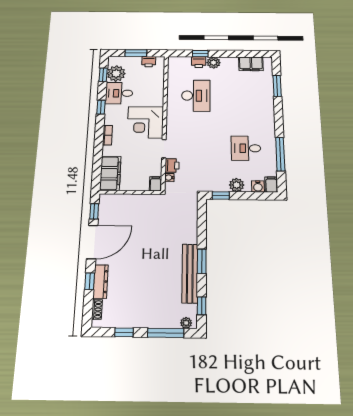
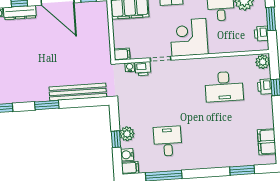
plant: (214, 63) -> (263, 62), moved
window: (221, 196) -> (116, 139), moved
bench: (190, 273) -> (78, 92), moved

